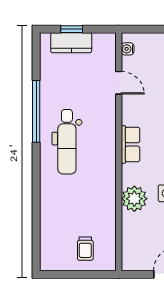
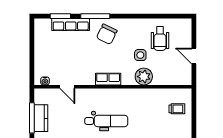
window: (72, 29) -> (32, 118), width x2.17
door: (119, 83) -> (67, 87), swing flipped

